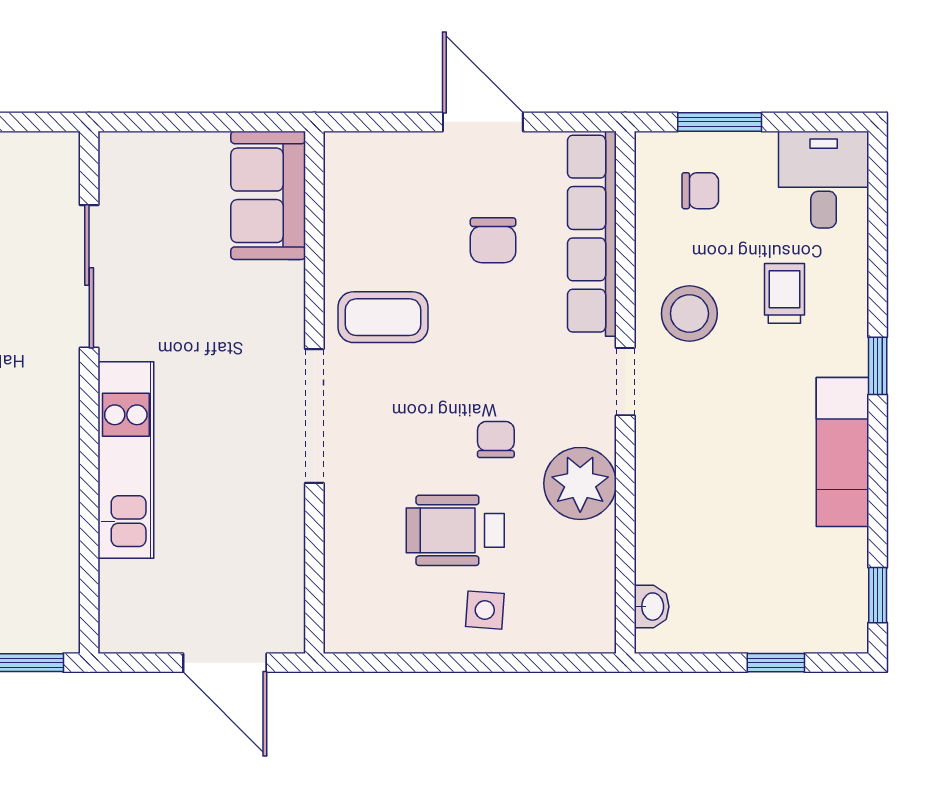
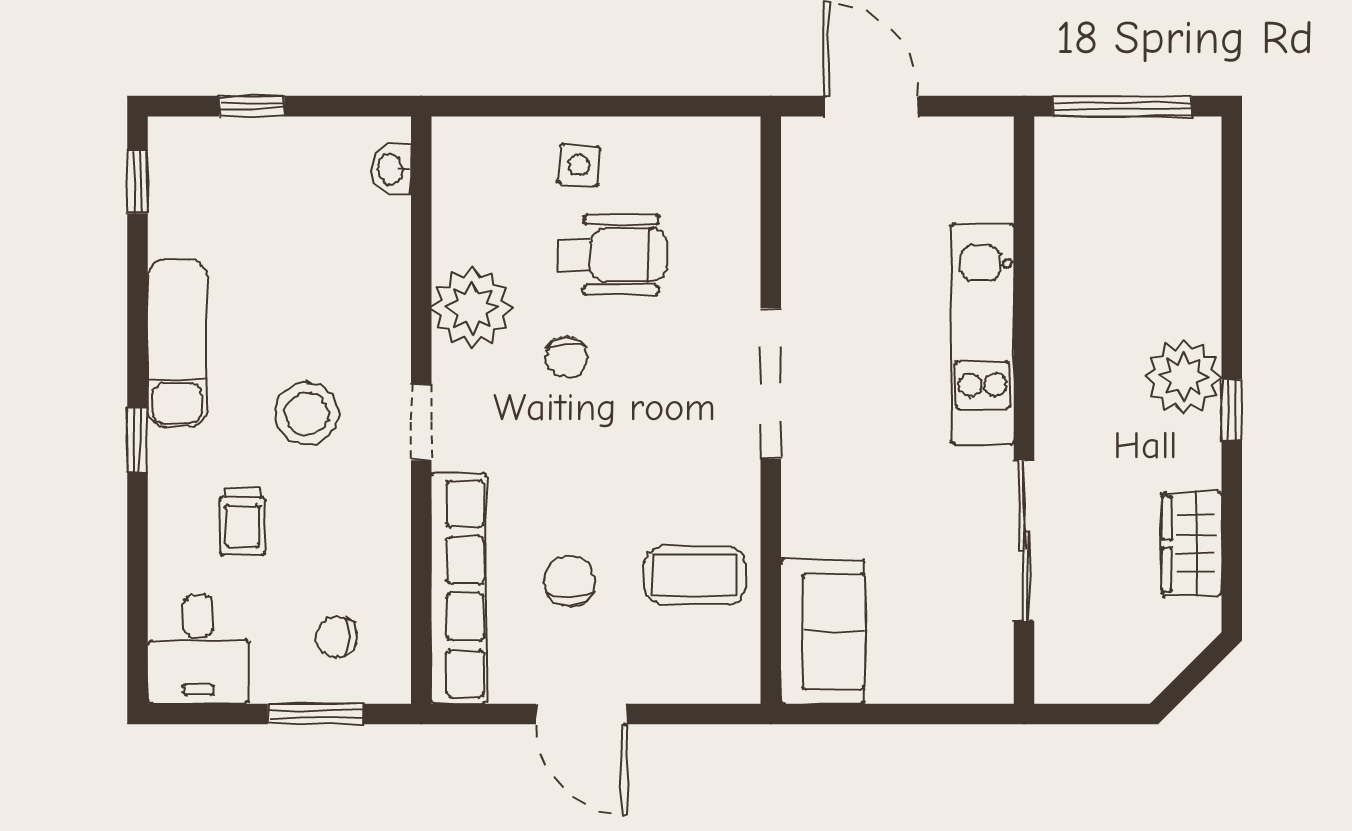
stool: (689, 314) -> (307, 414), moved
coffee table: (383, 317) -> (695, 575), moved

